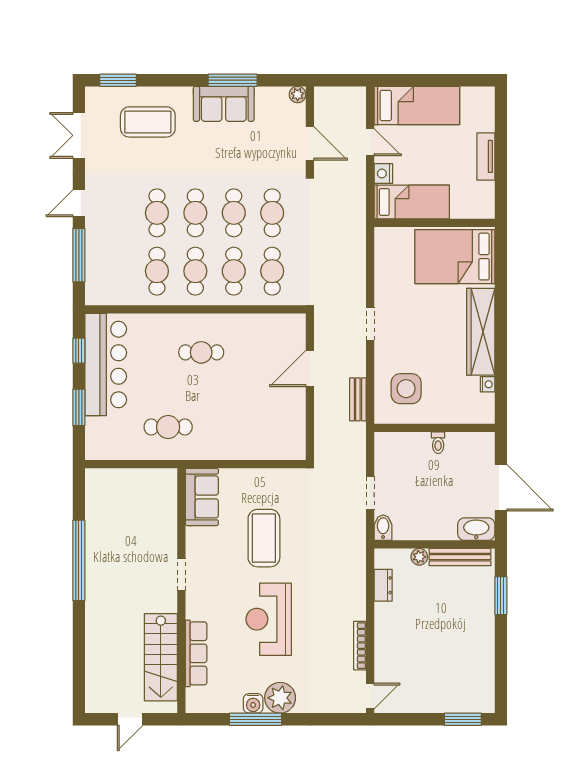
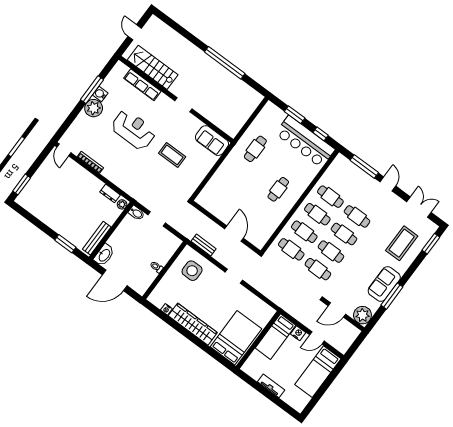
plant: (298, 95) -> (362, 315), width x1.87, depth x1.87
coffee table: (264, 538) -> (172, 155), width x0.73, depth x0.76
plant: (419, 557) -> (122, 204), moved

